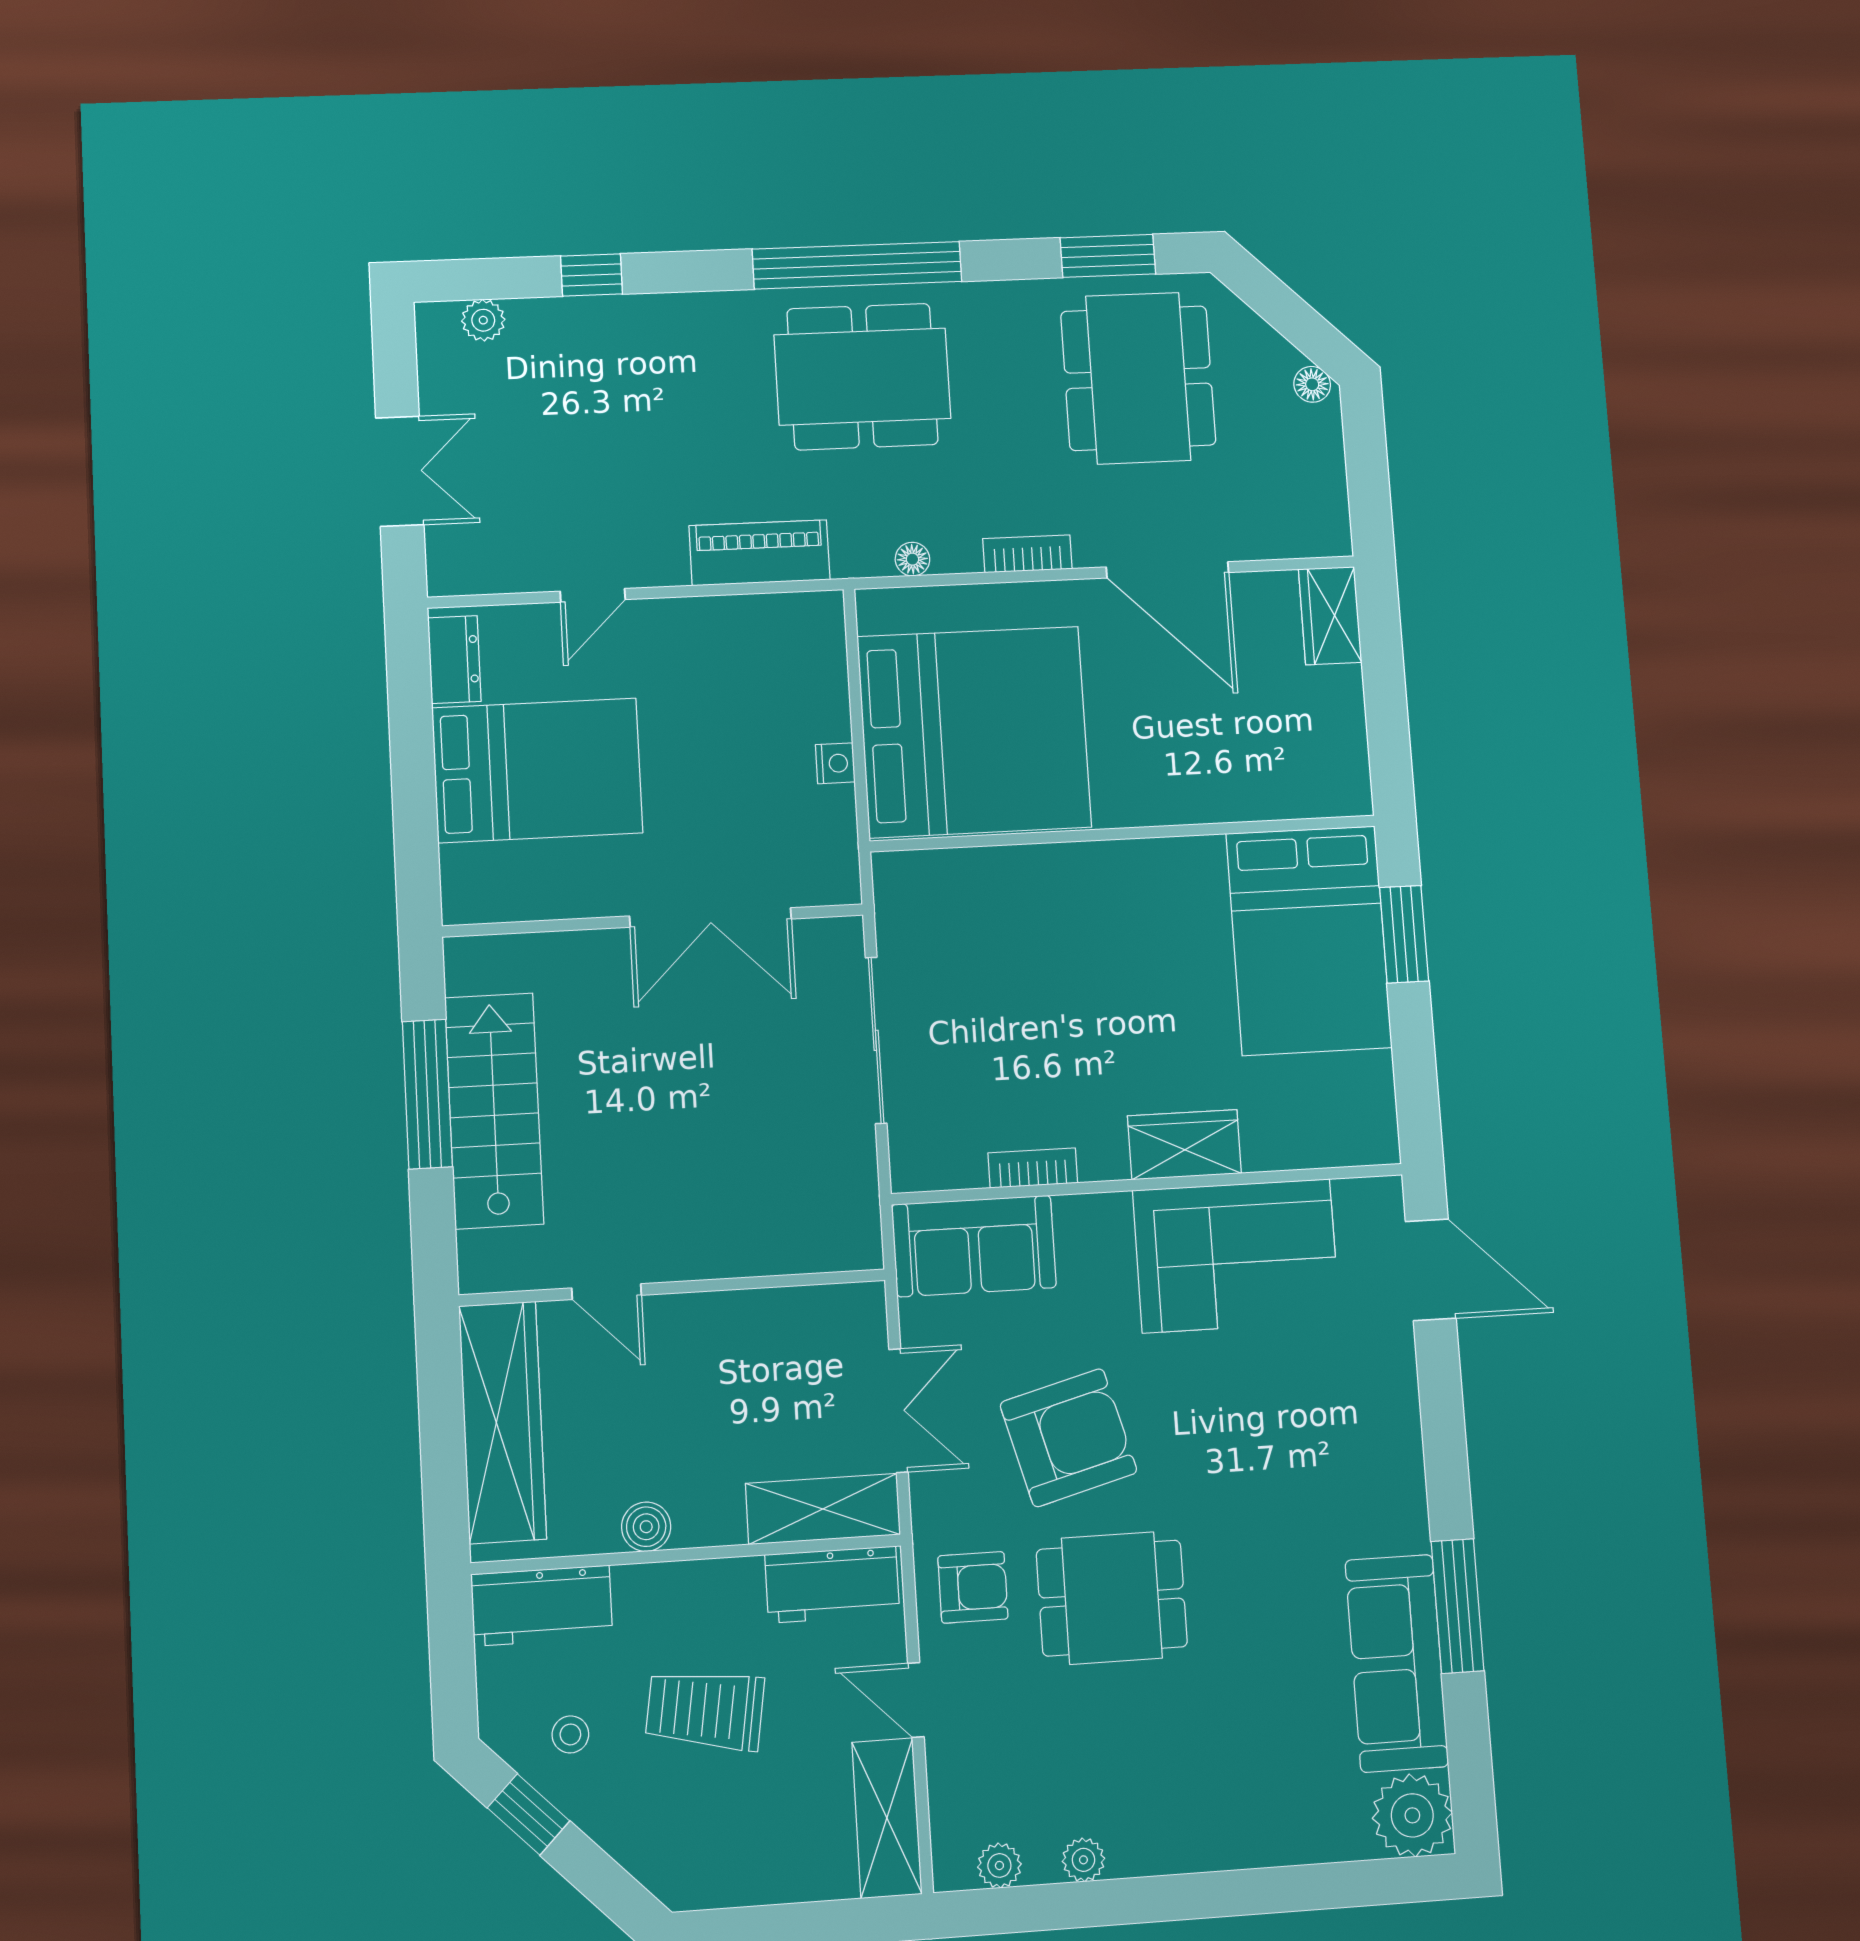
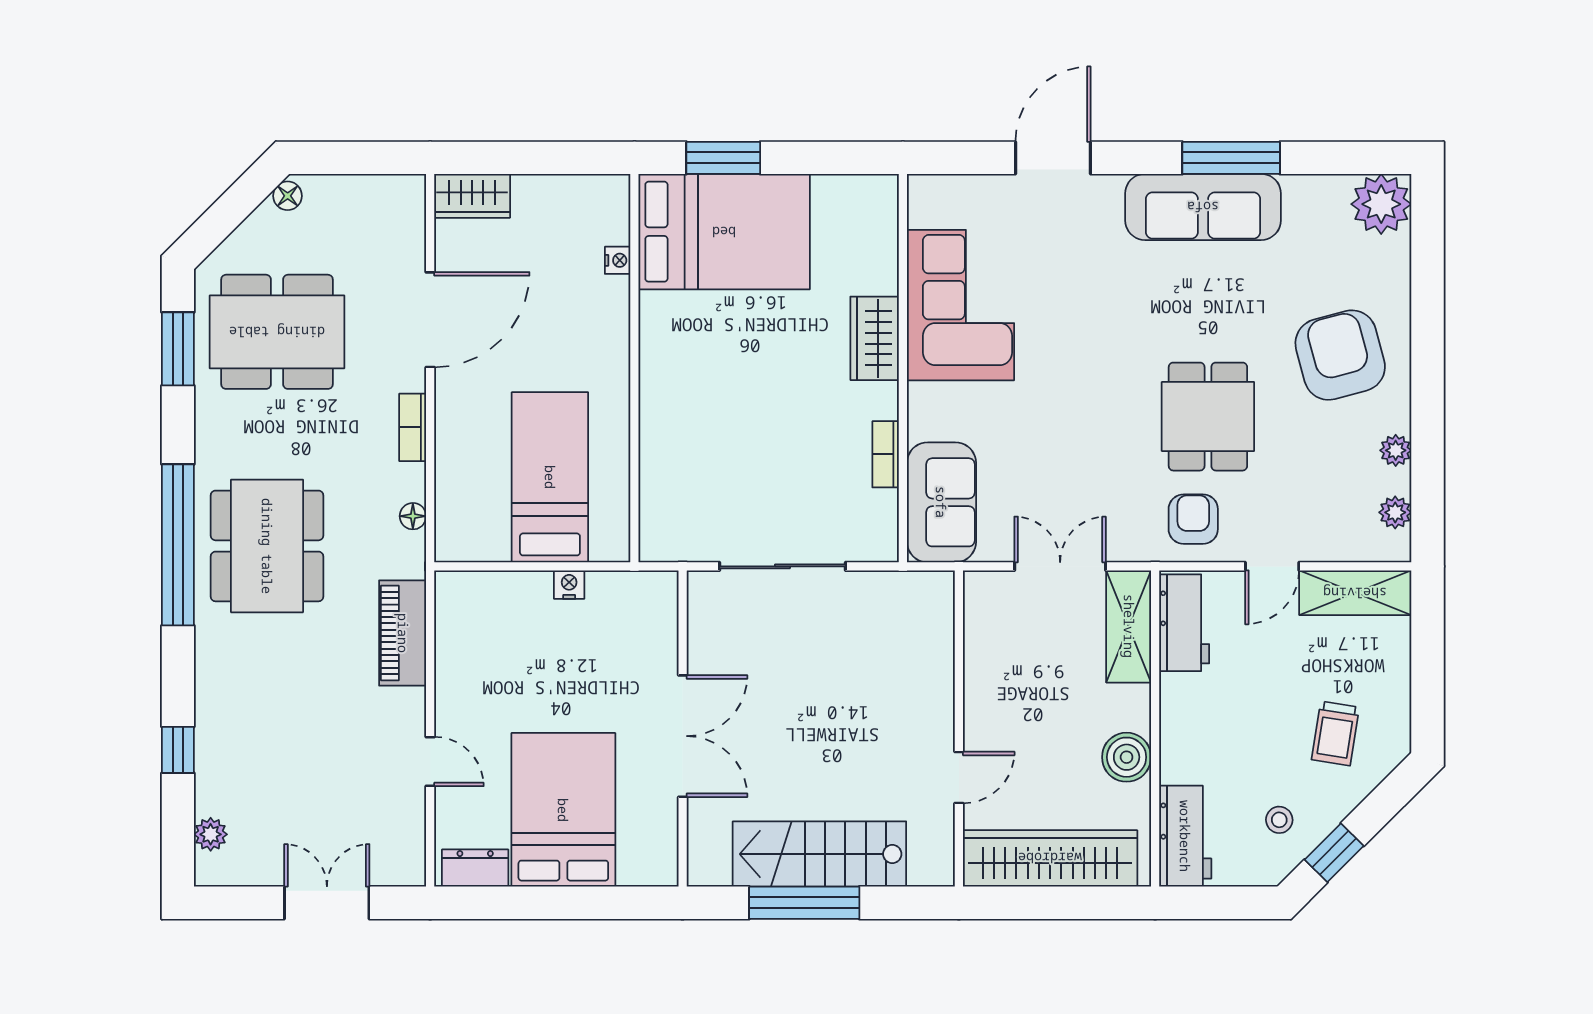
bed: (974, 732) -> (550, 477), width x0.49
nightstand: (1261, 805) -> (618, 260), added
double door: (711, 917) -> (683, 736), moved
door: (1431, 1270) -> (1053, 158), moved
armchair: (1068, 1438) -> (1340, 355), moved
boiler: (646, 1527) -> (1127, 757), width x1.36, depth x1.36
sofa: (1397, 1663) -> (1203, 207), moved
trolley: (705, 1710) -> (1335, 733), moved, width x0.73, depth x0.72

